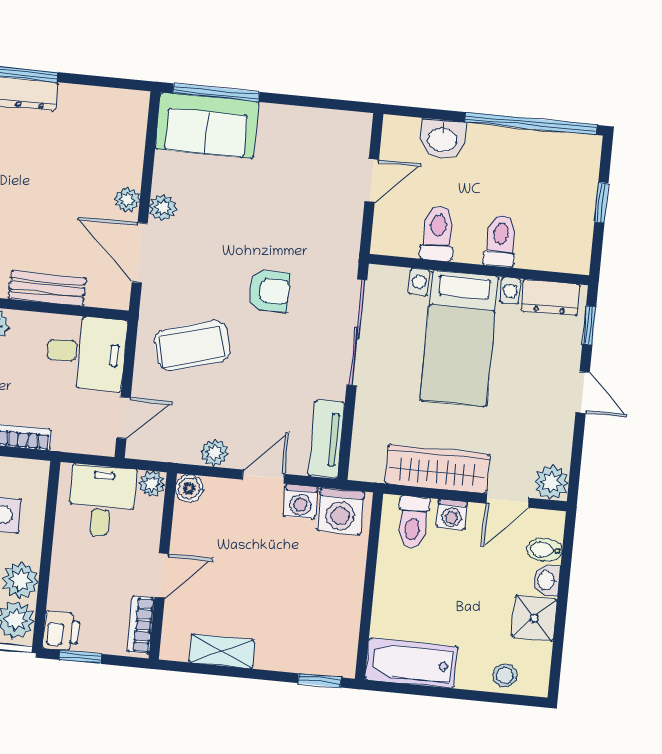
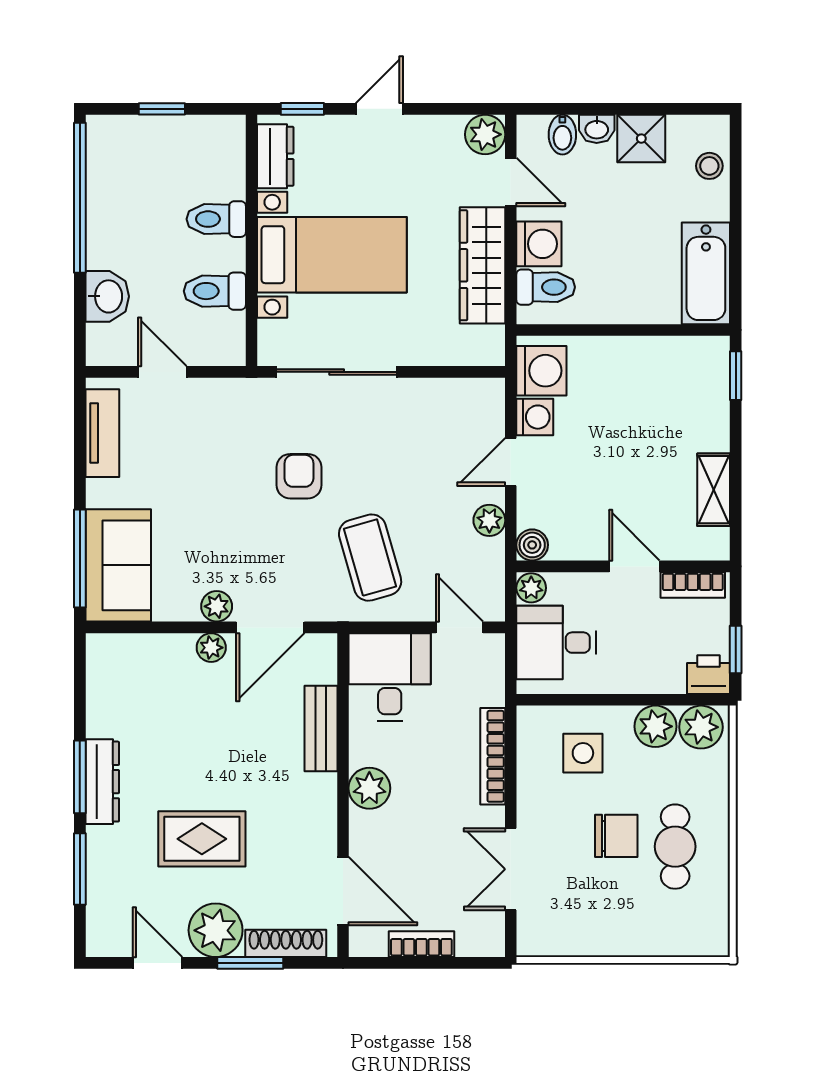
tv unit: (327, 439) -> (102, 433), moved, turned -90
door: (263, 477) -> (511, 462), hinge flipped
washing machine: (452, 515) -> (539, 244), width x1.38, depth x1.38

